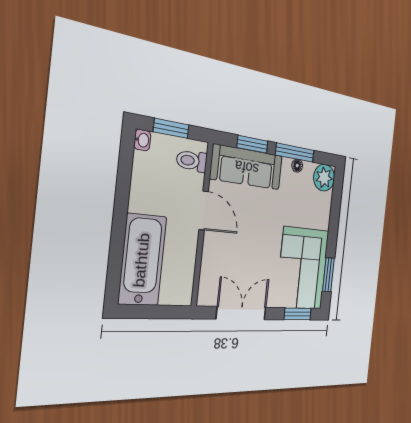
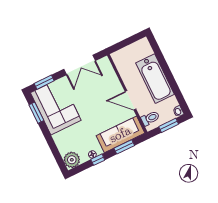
window: (295, 153) -> (98, 160), width x0.46
bathtub: (142, 260) -> (155, 79), moved

